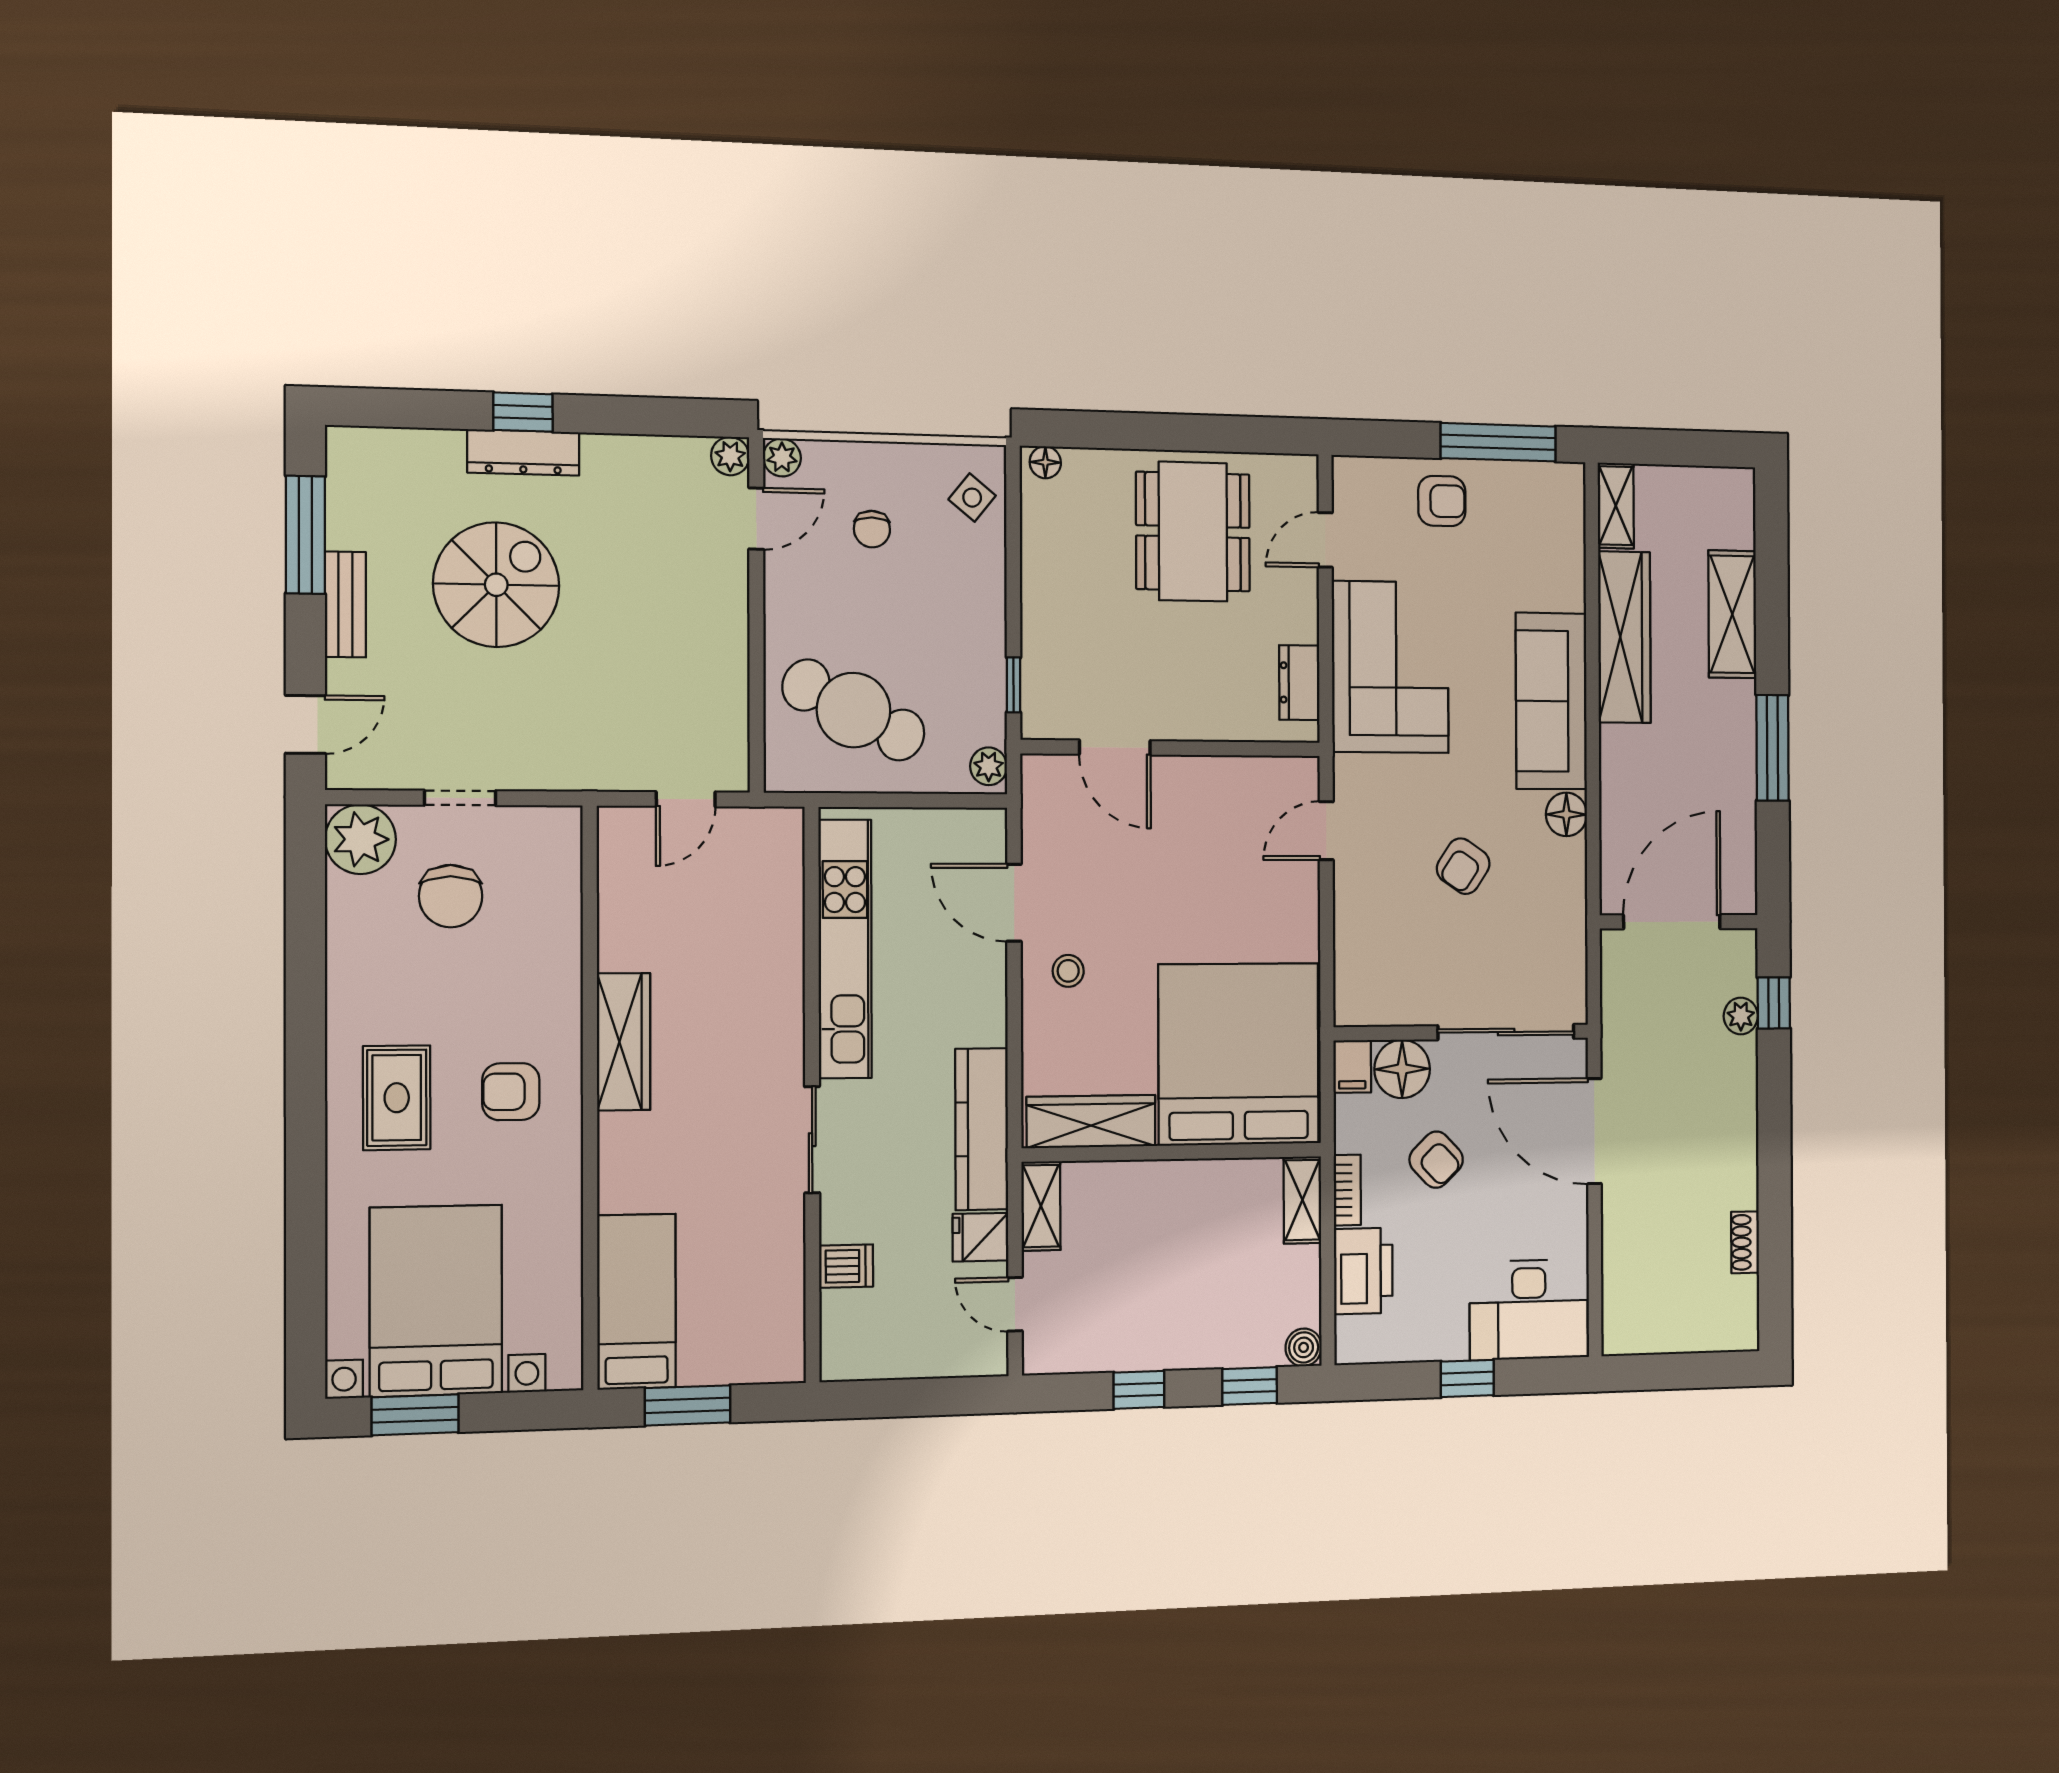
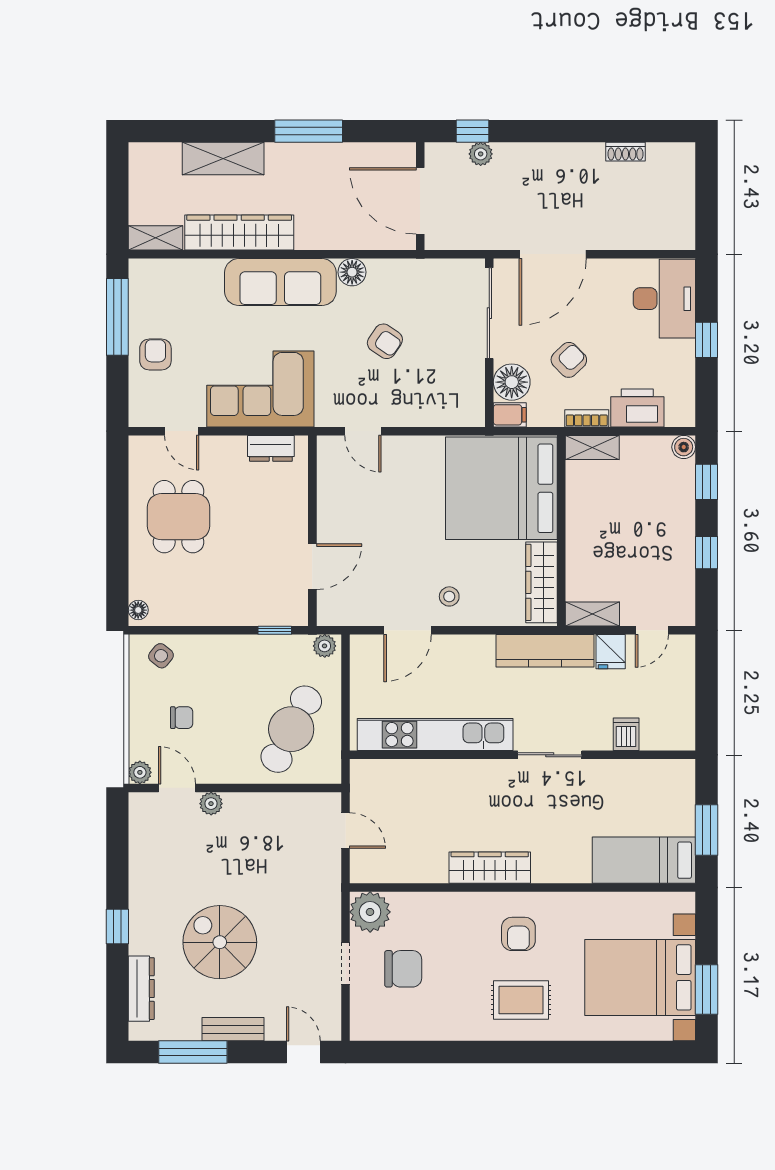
dresser: (523, 452) -> (141, 989), moved
plant: (730, 456) -> (211, 804), moved
dining table: (1193, 532) -> (179, 517), width x0.73
plant: (360, 839) -> (370, 912), moved

